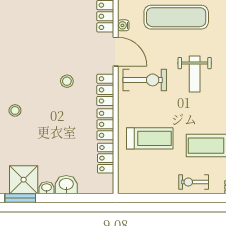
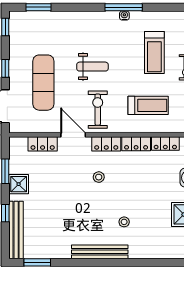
water cooler: (123, 25) -> (50, 128), removed
door: (116, 52) -> (73, 135), hinge flipped
treadmill: (150, 138) -> (148, 105), turned 90

